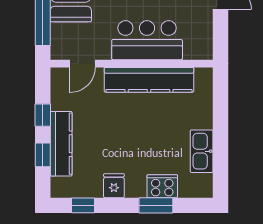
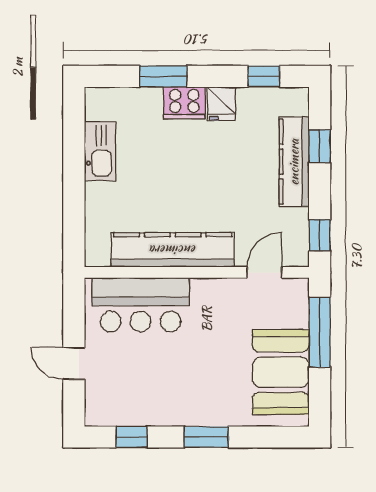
bar counter: (147, 40) -> (141, 305), moved
window: (43, 115) -> (320, 235), moved
cooker: (162, 186) -> (184, 103), moved

